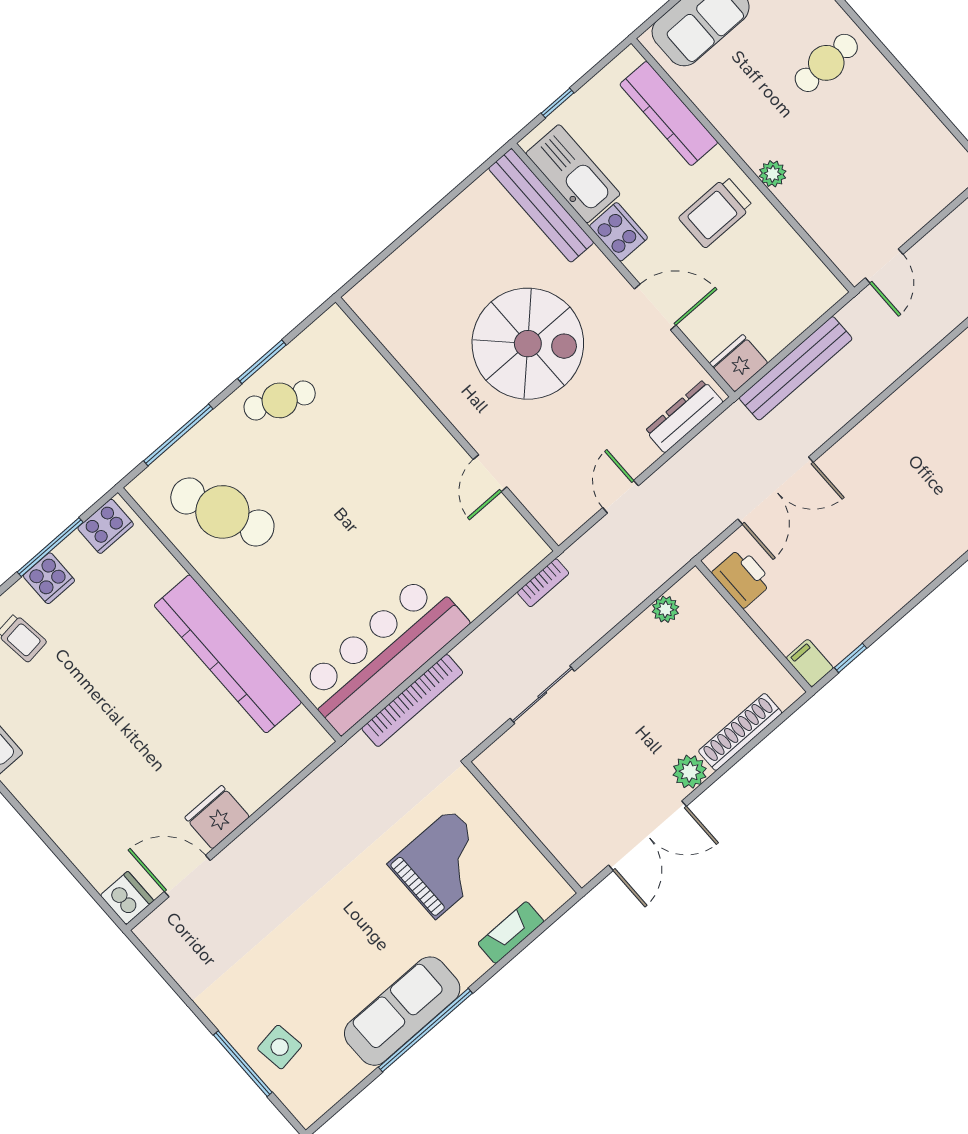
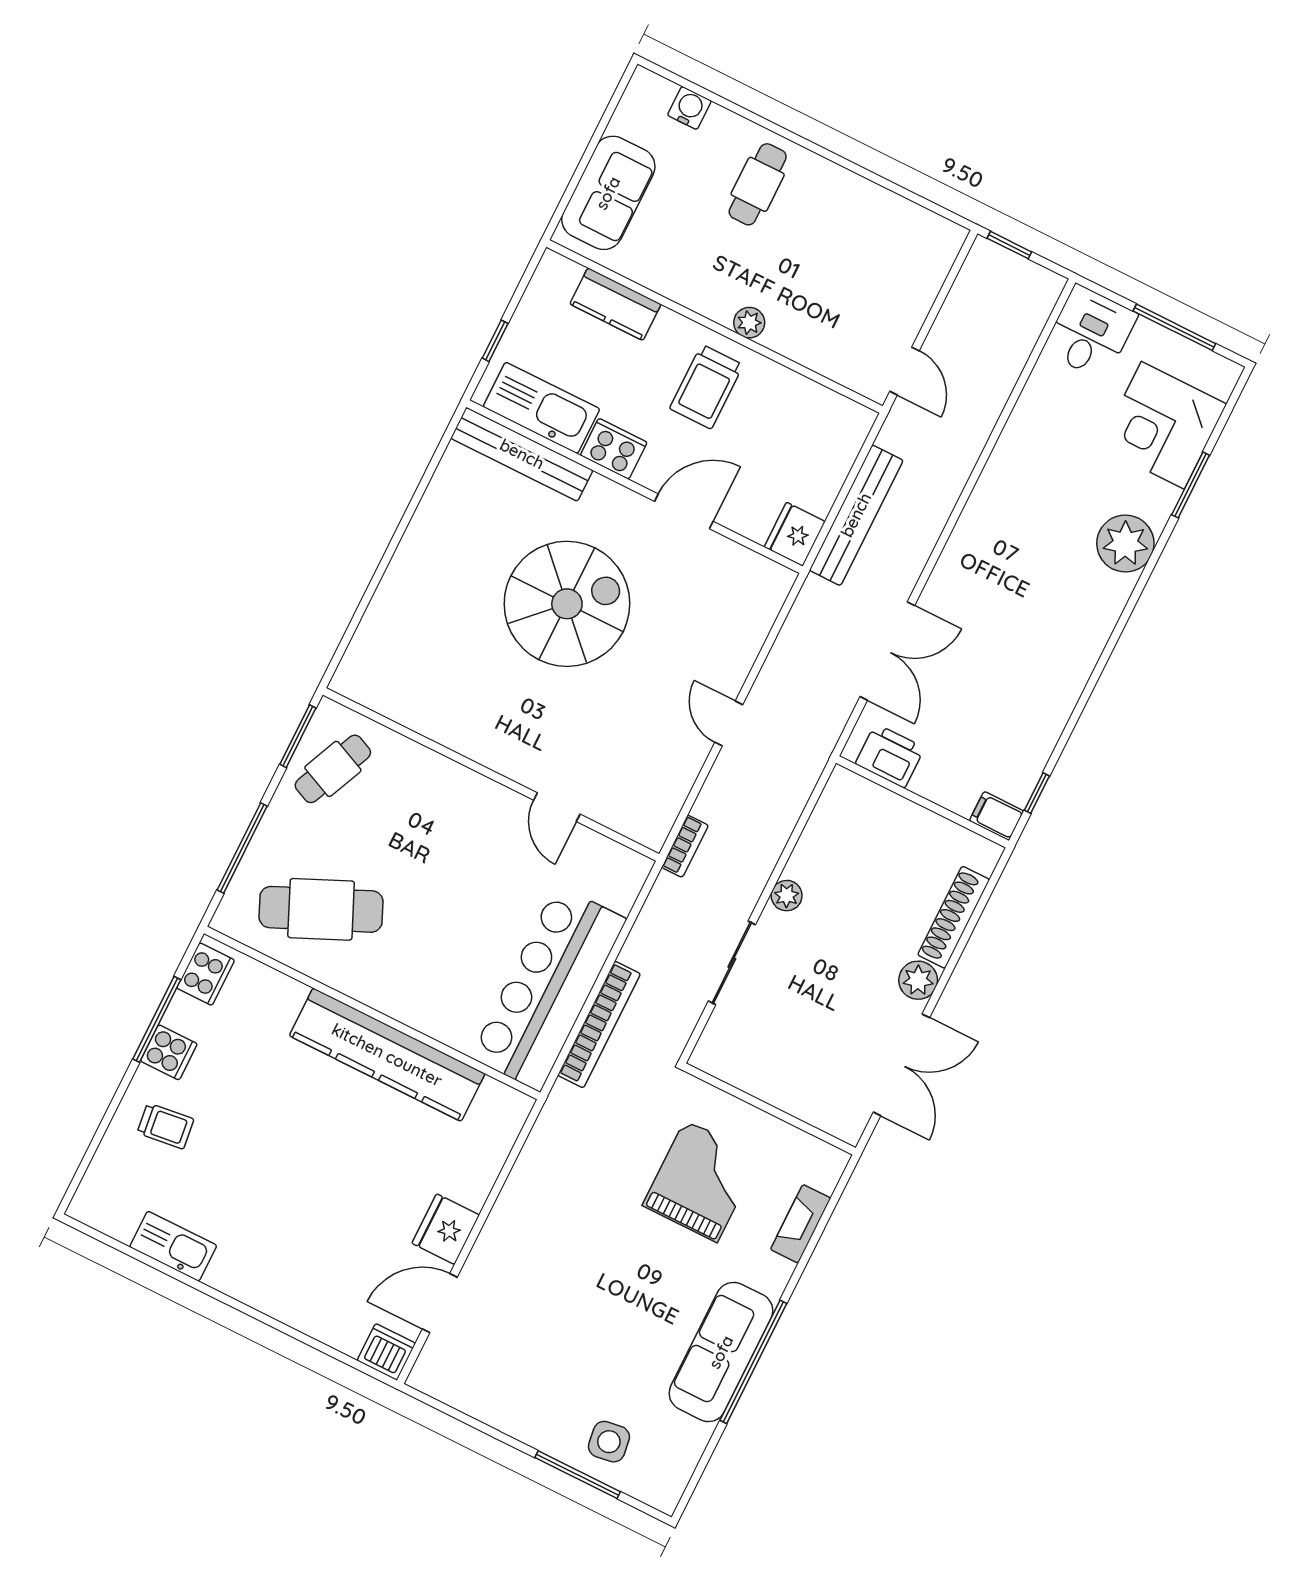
kitchen counter: (669, 113) -> (615, 304), width x0.67
dresser: (684, 416) -> (761, 613), removed
wall: (447, 424) -> (491, 774), moved
door: (490, 473) -> (557, 807), moved
plant: (665, 609) -> (787, 896), moved

